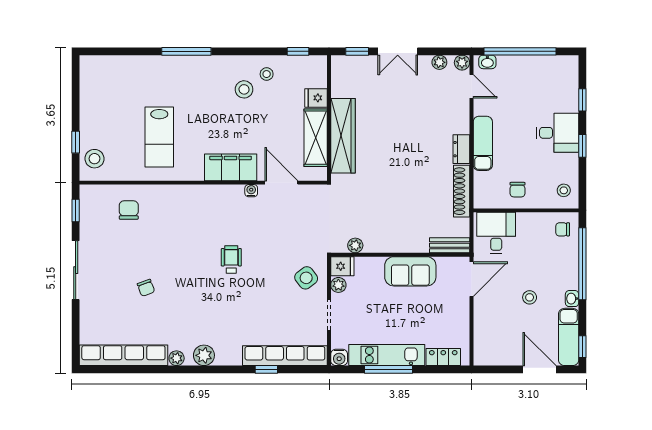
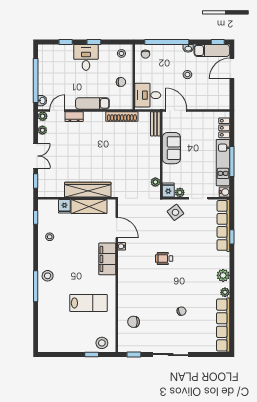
stool: (244, 89) -> (48, 276), moved
dresser: (461, 149) -> (74, 117), moved
door: (281, 183) -> (117, 228), swing flipped

